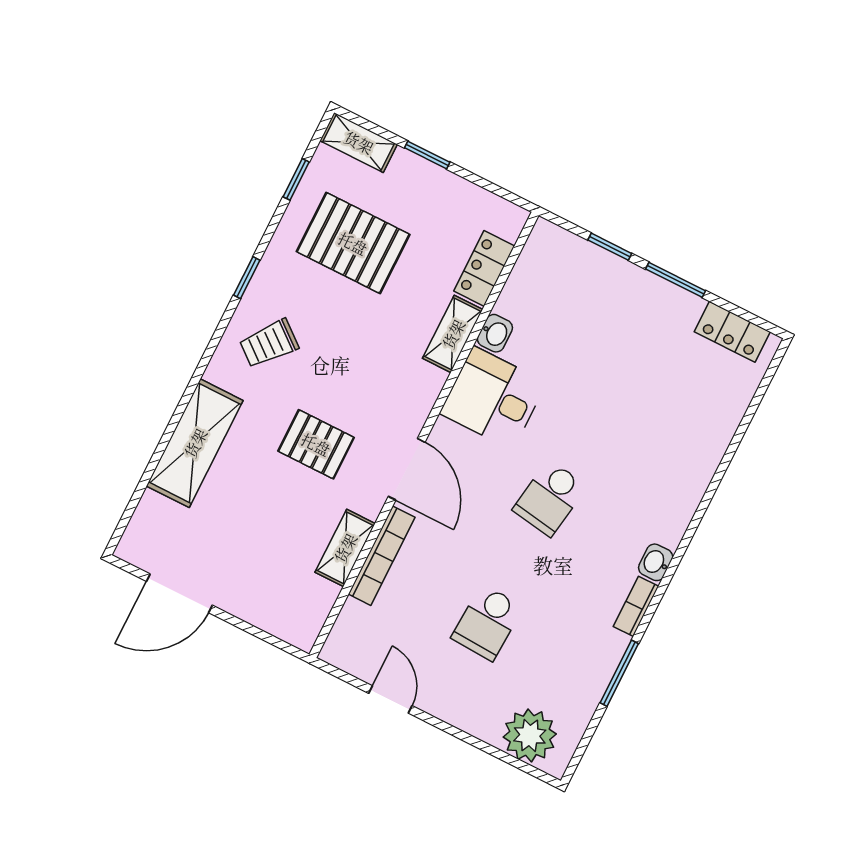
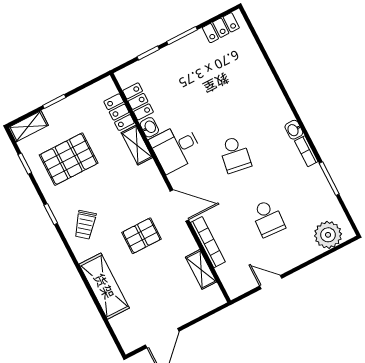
locker: (523, 286) -> (138, 101), added
shelving: (345, 548) -> (201, 269), moved

